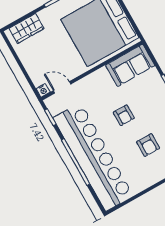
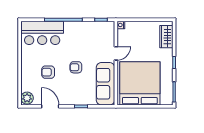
sofa: (130, 65) -> (105, 84), width x1.36
door: (62, 87) -> (116, 53), moved
bar counter: (93, 157) -> (42, 33), width x0.54

